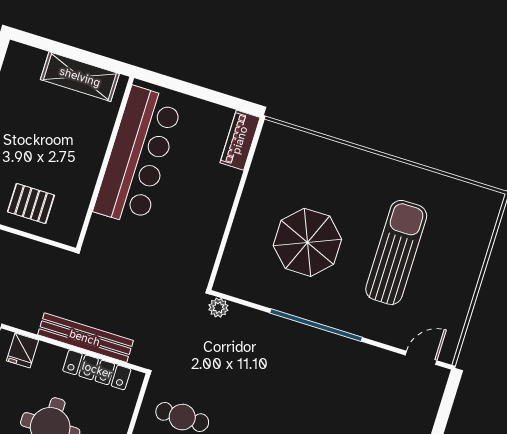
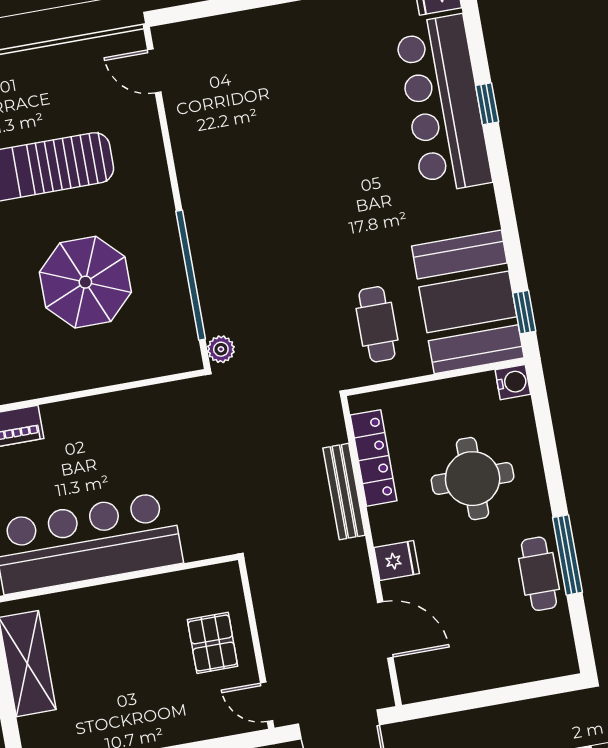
window: (316, 325) -> (191, 275), moved
bench: (85, 338) -> (344, 492), width x0.73, depth x0.82

